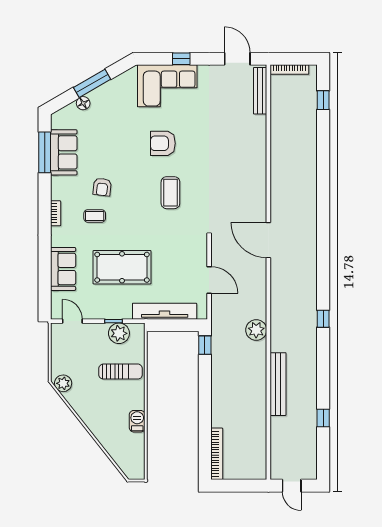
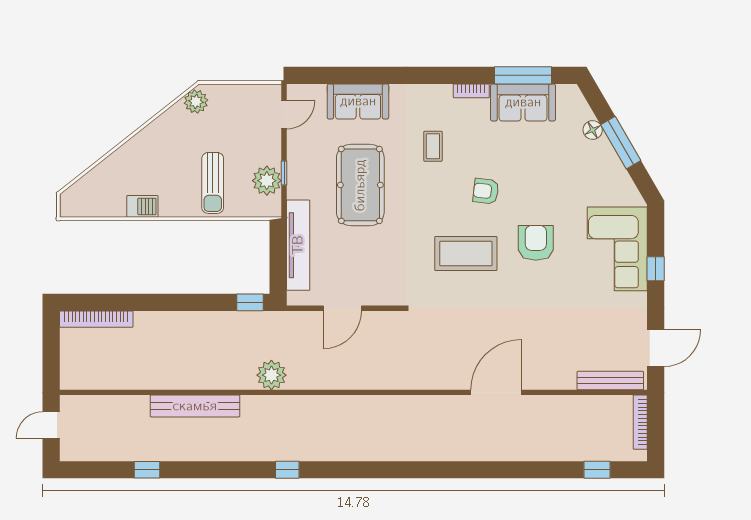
armchair: (102, 187) -> (486, 191), moved
coffee table: (170, 193) -> (466, 254), width x1.36, depth x1.32
bookcase: (56, 213) -> (471, 91), moved
door: (268, 240) -> (496, 392), moved

